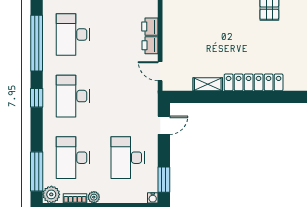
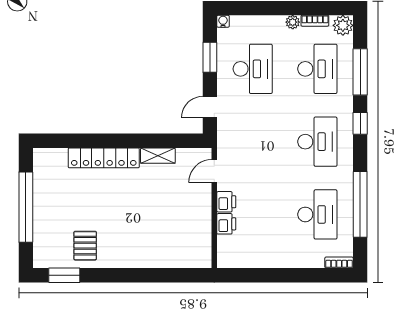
door: (160, 71) -> (214, 171), swing flipped
window: (37, 98) -> (360, 123), moved
window: (37, 171) -> (360, 72), moved
window: (164, 180) -> (210, 57), moved

